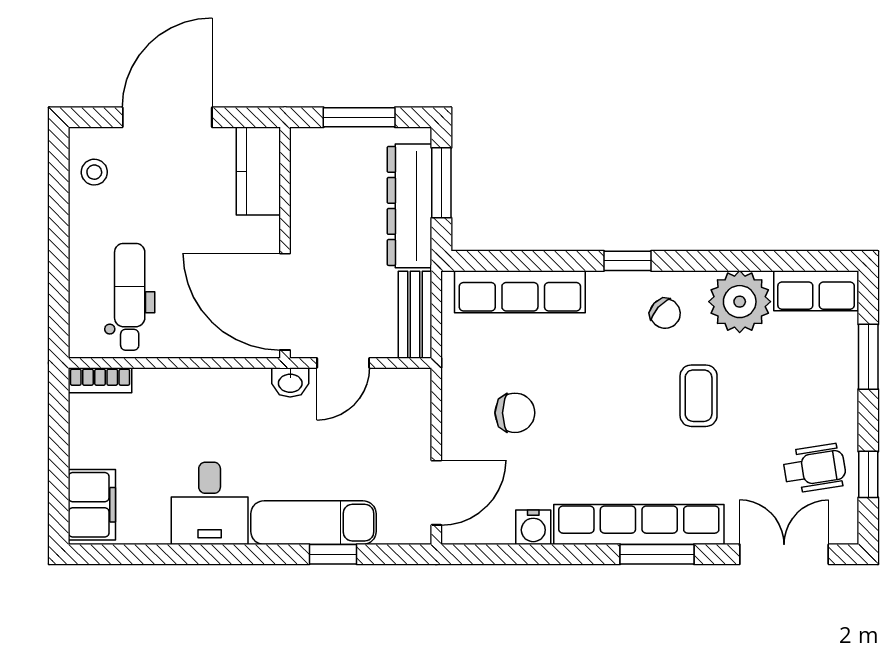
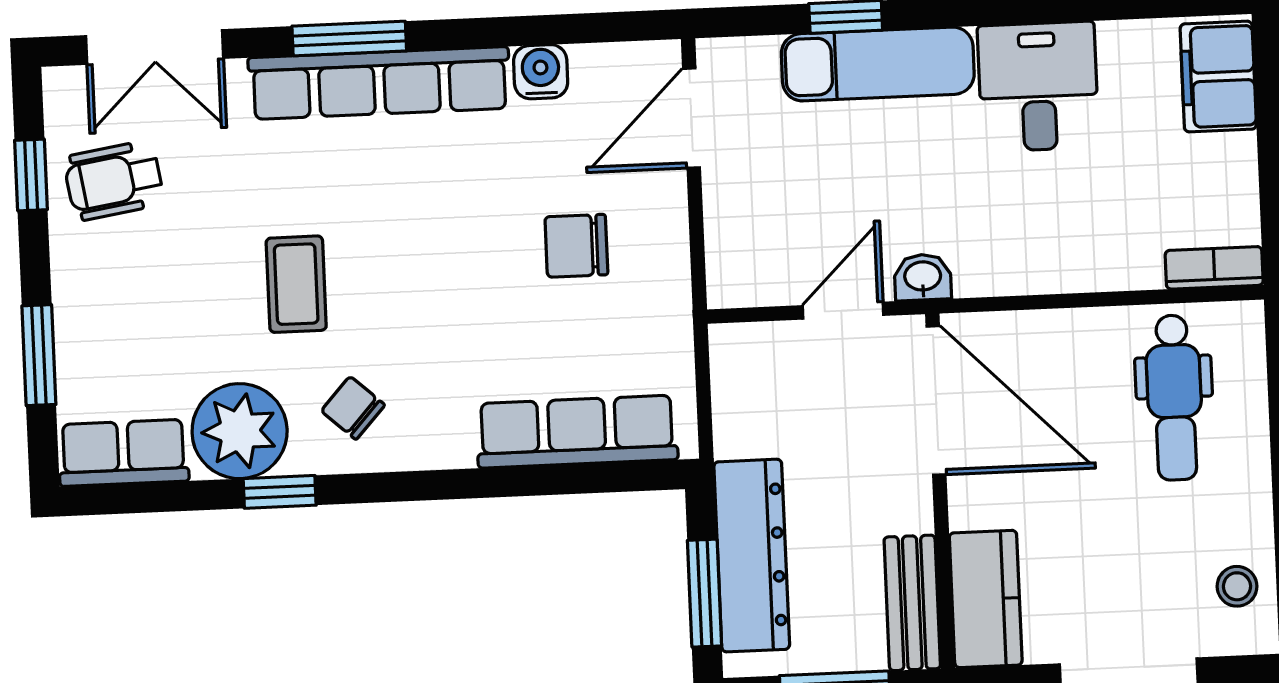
window: (628, 261) -> (280, 492), moved
bench: (415, 315) -> (912, 603), moved

